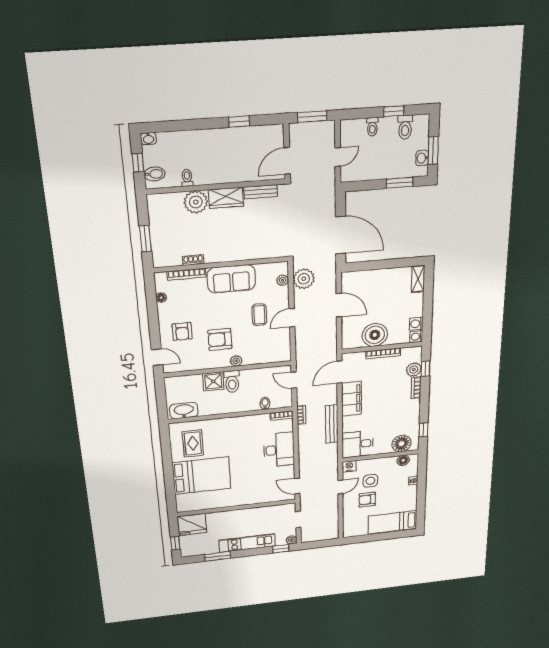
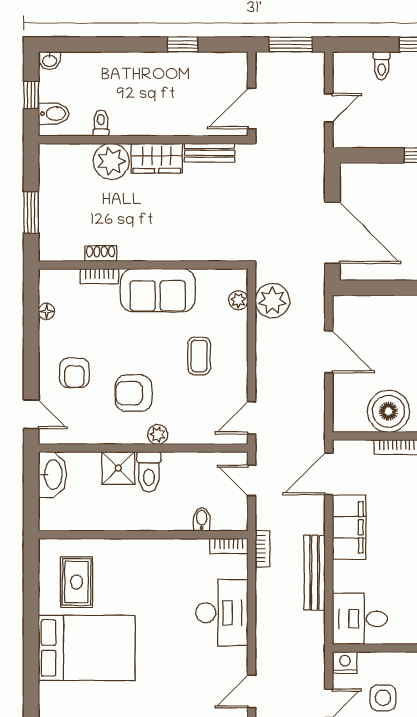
bookcase: (187, 274) -> (99, 276), width x0.64
door: (292, 318) -> (252, 418), moved
washbasin: (184, 411) -> (52, 475), moved, turned 90
door: (297, 486) -> (252, 691), hinge flipped

